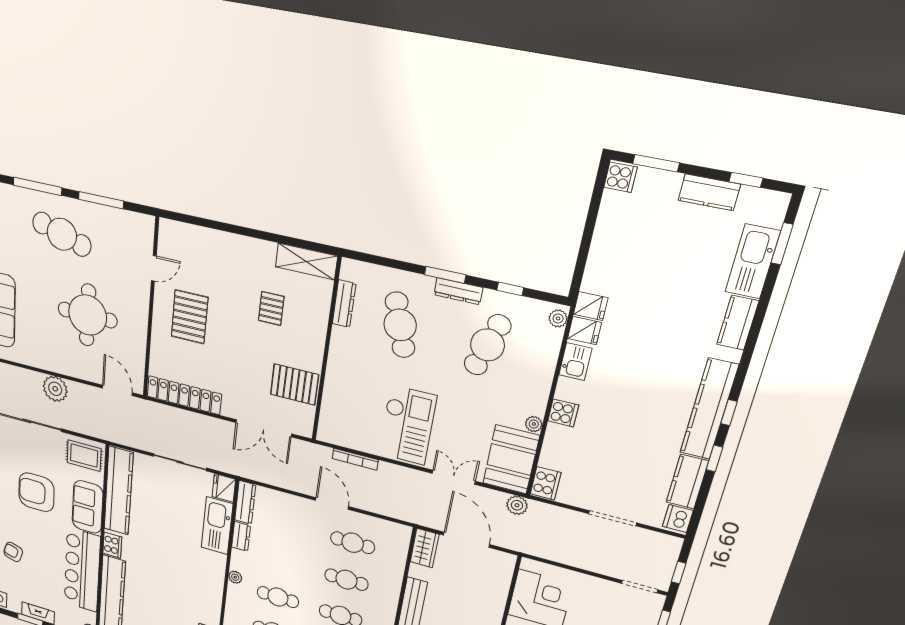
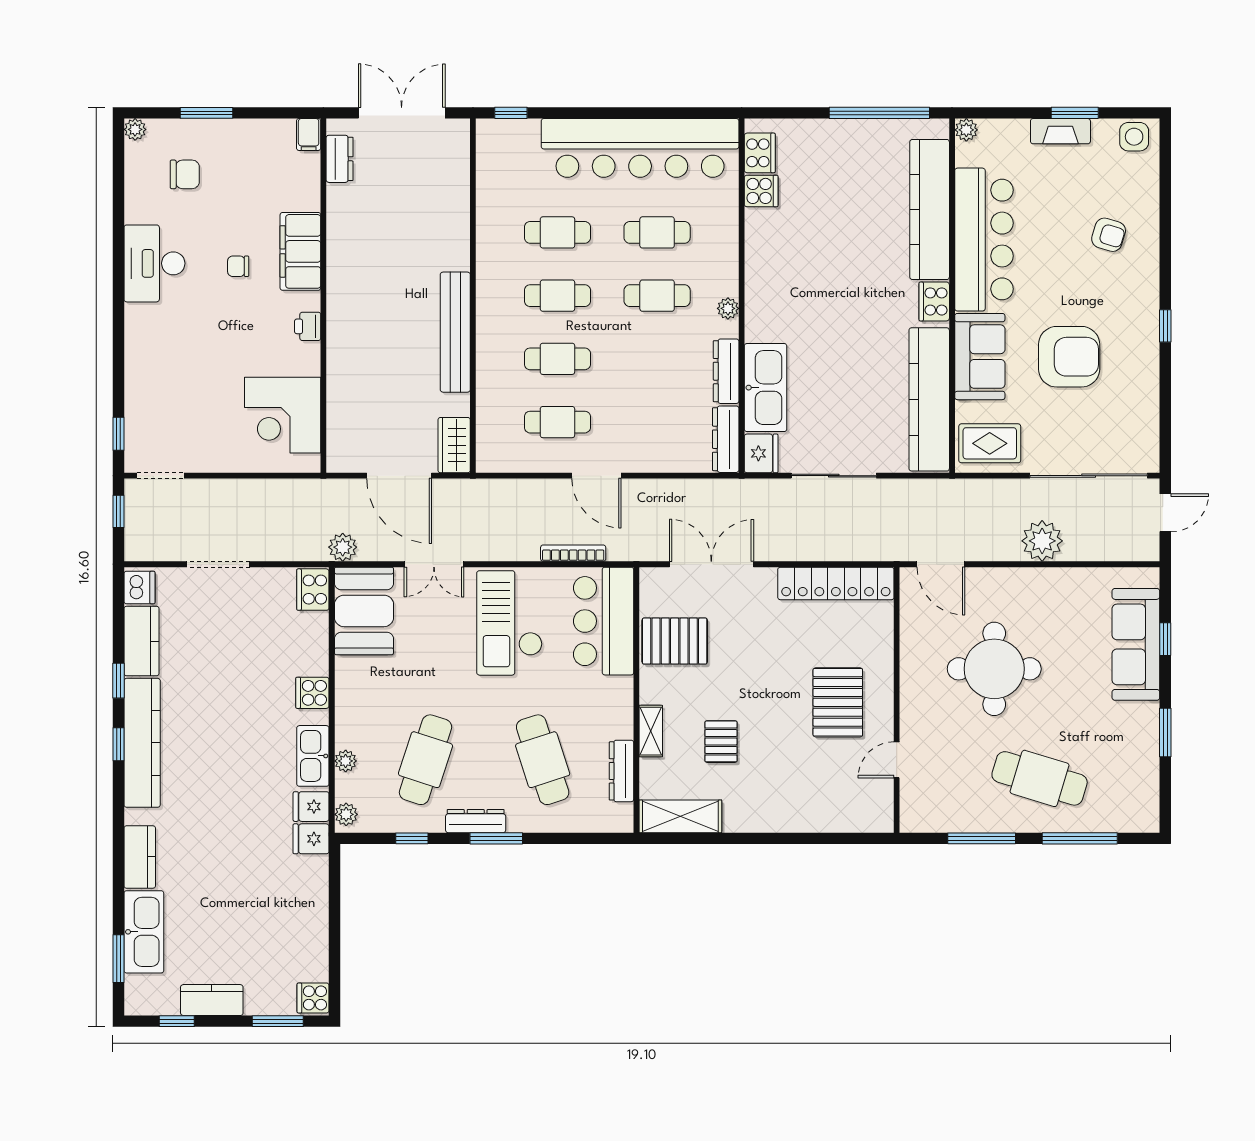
shelving: (319, 327) -> (651, 731), added
kitchen sink: (575, 362) -> (313, 756), width x1.38
bar counter: (341, 410) -> (604, 621), added
plant: (534, 424) -> (346, 761), moved
dresser: (241, 536) -> (726, 371), width x1.44

